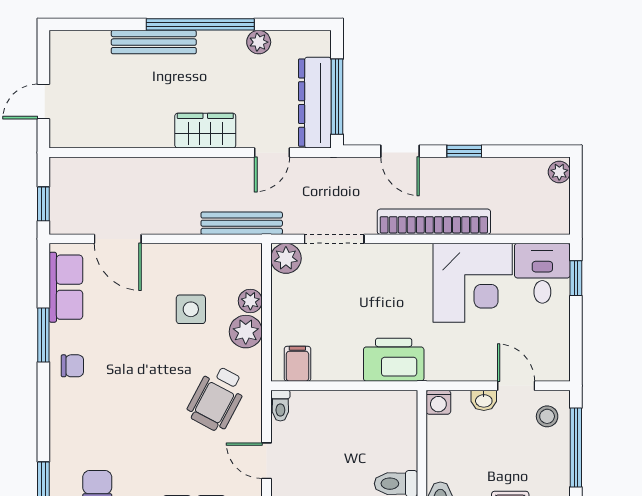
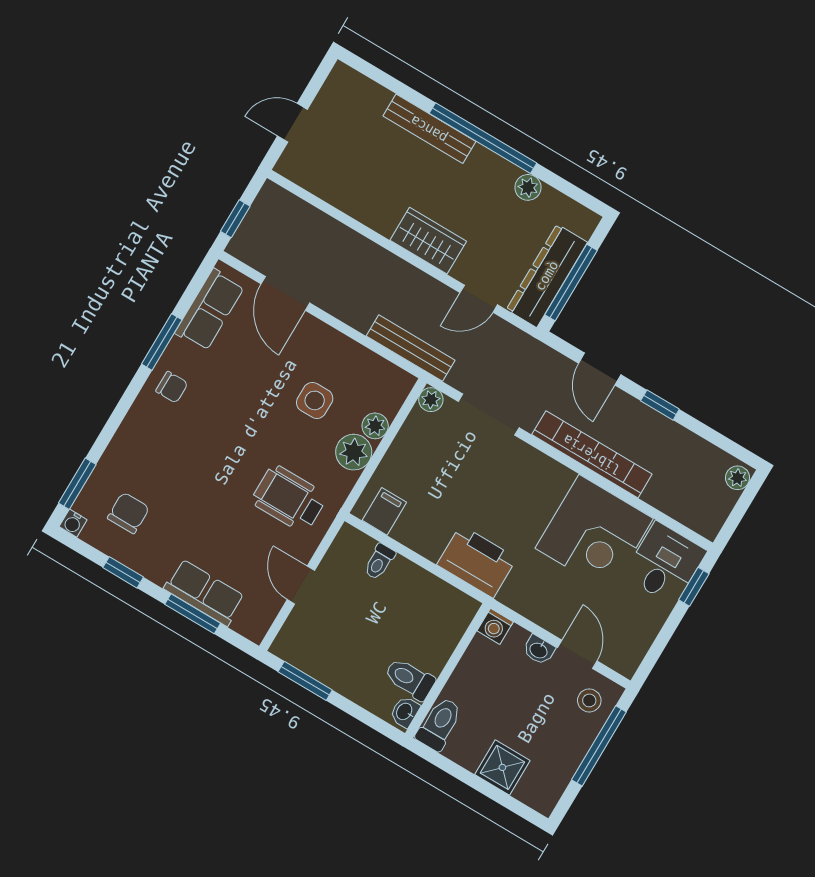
plant: (286, 258) -> (431, 400), width x0.73, depth x0.73
wheelchair: (217, 398) -> (289, 499), turned 62
toilet: (280, 406) -> (379, 562), moved

